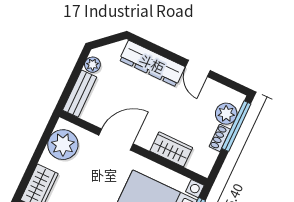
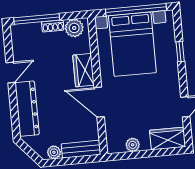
plant: (226, 114) -> (74, 28), moved
plant: (63, 145) -> (133, 145), width x0.53, depth x0.53
wardrobe: (171, 149) -> (84, 70), moved

